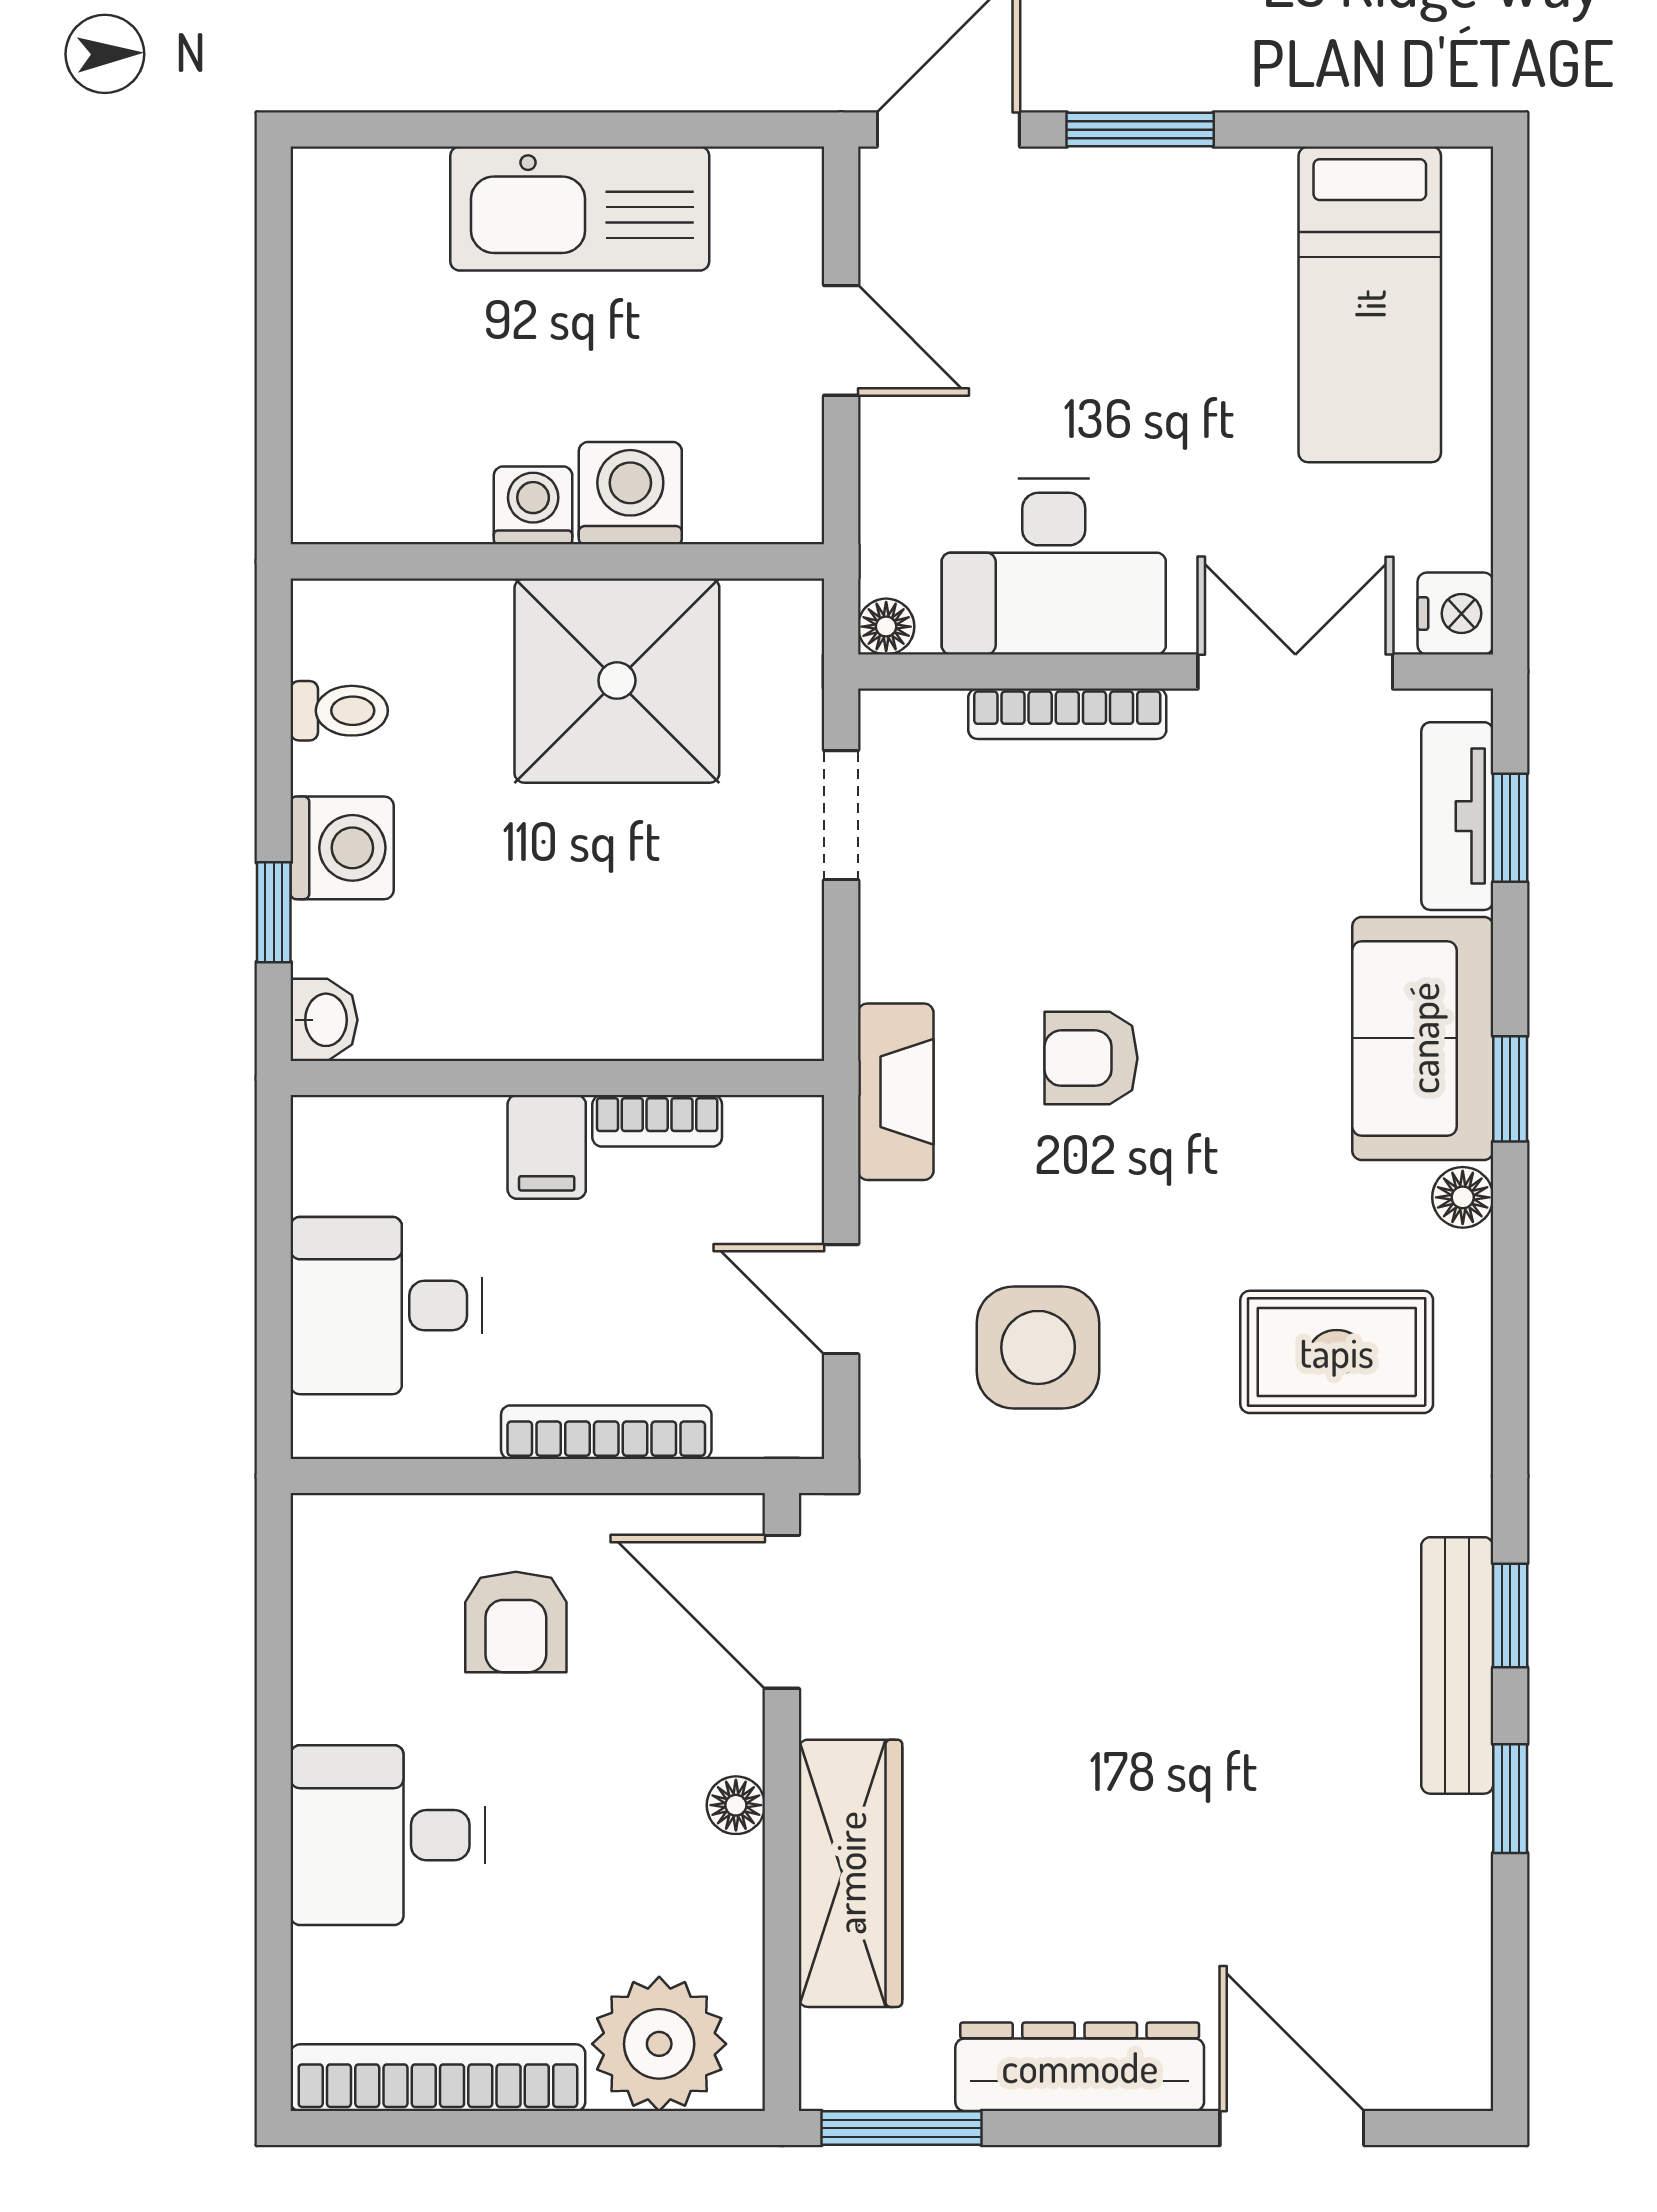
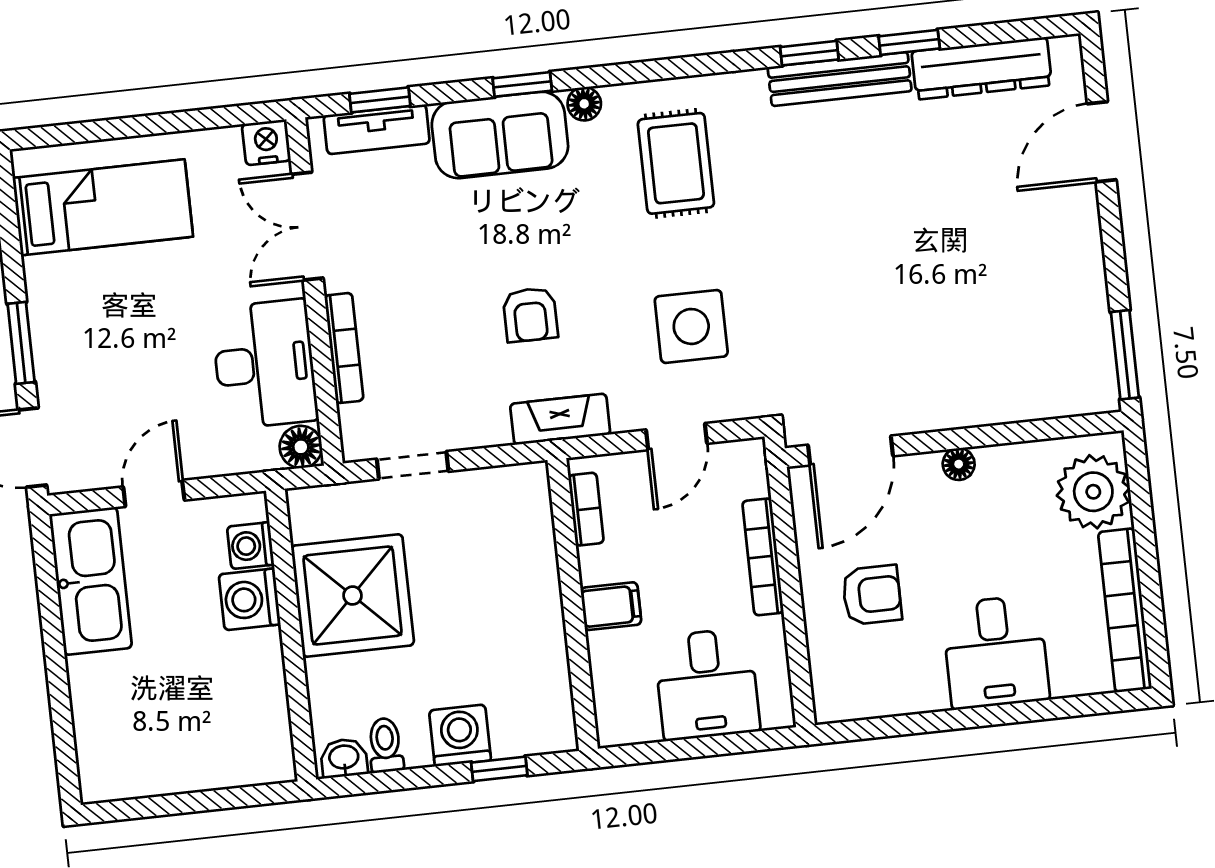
kitchen sink: (580, 209) -> (91, 581), moved
washing machine: (533, 505) -> (250, 546), moved
floor lamp: (886, 627) -> (301, 447), width x1.37, depth x1.37
washbasin: (324, 1020) -> (344, 758), moved
bookcase: (657, 1121) -> (586, 509), moved
wardrobe: (850, 1873) -> (989, 398), removed
dresser: (1080, 2067) -> (982, 68), moved, turned -90

